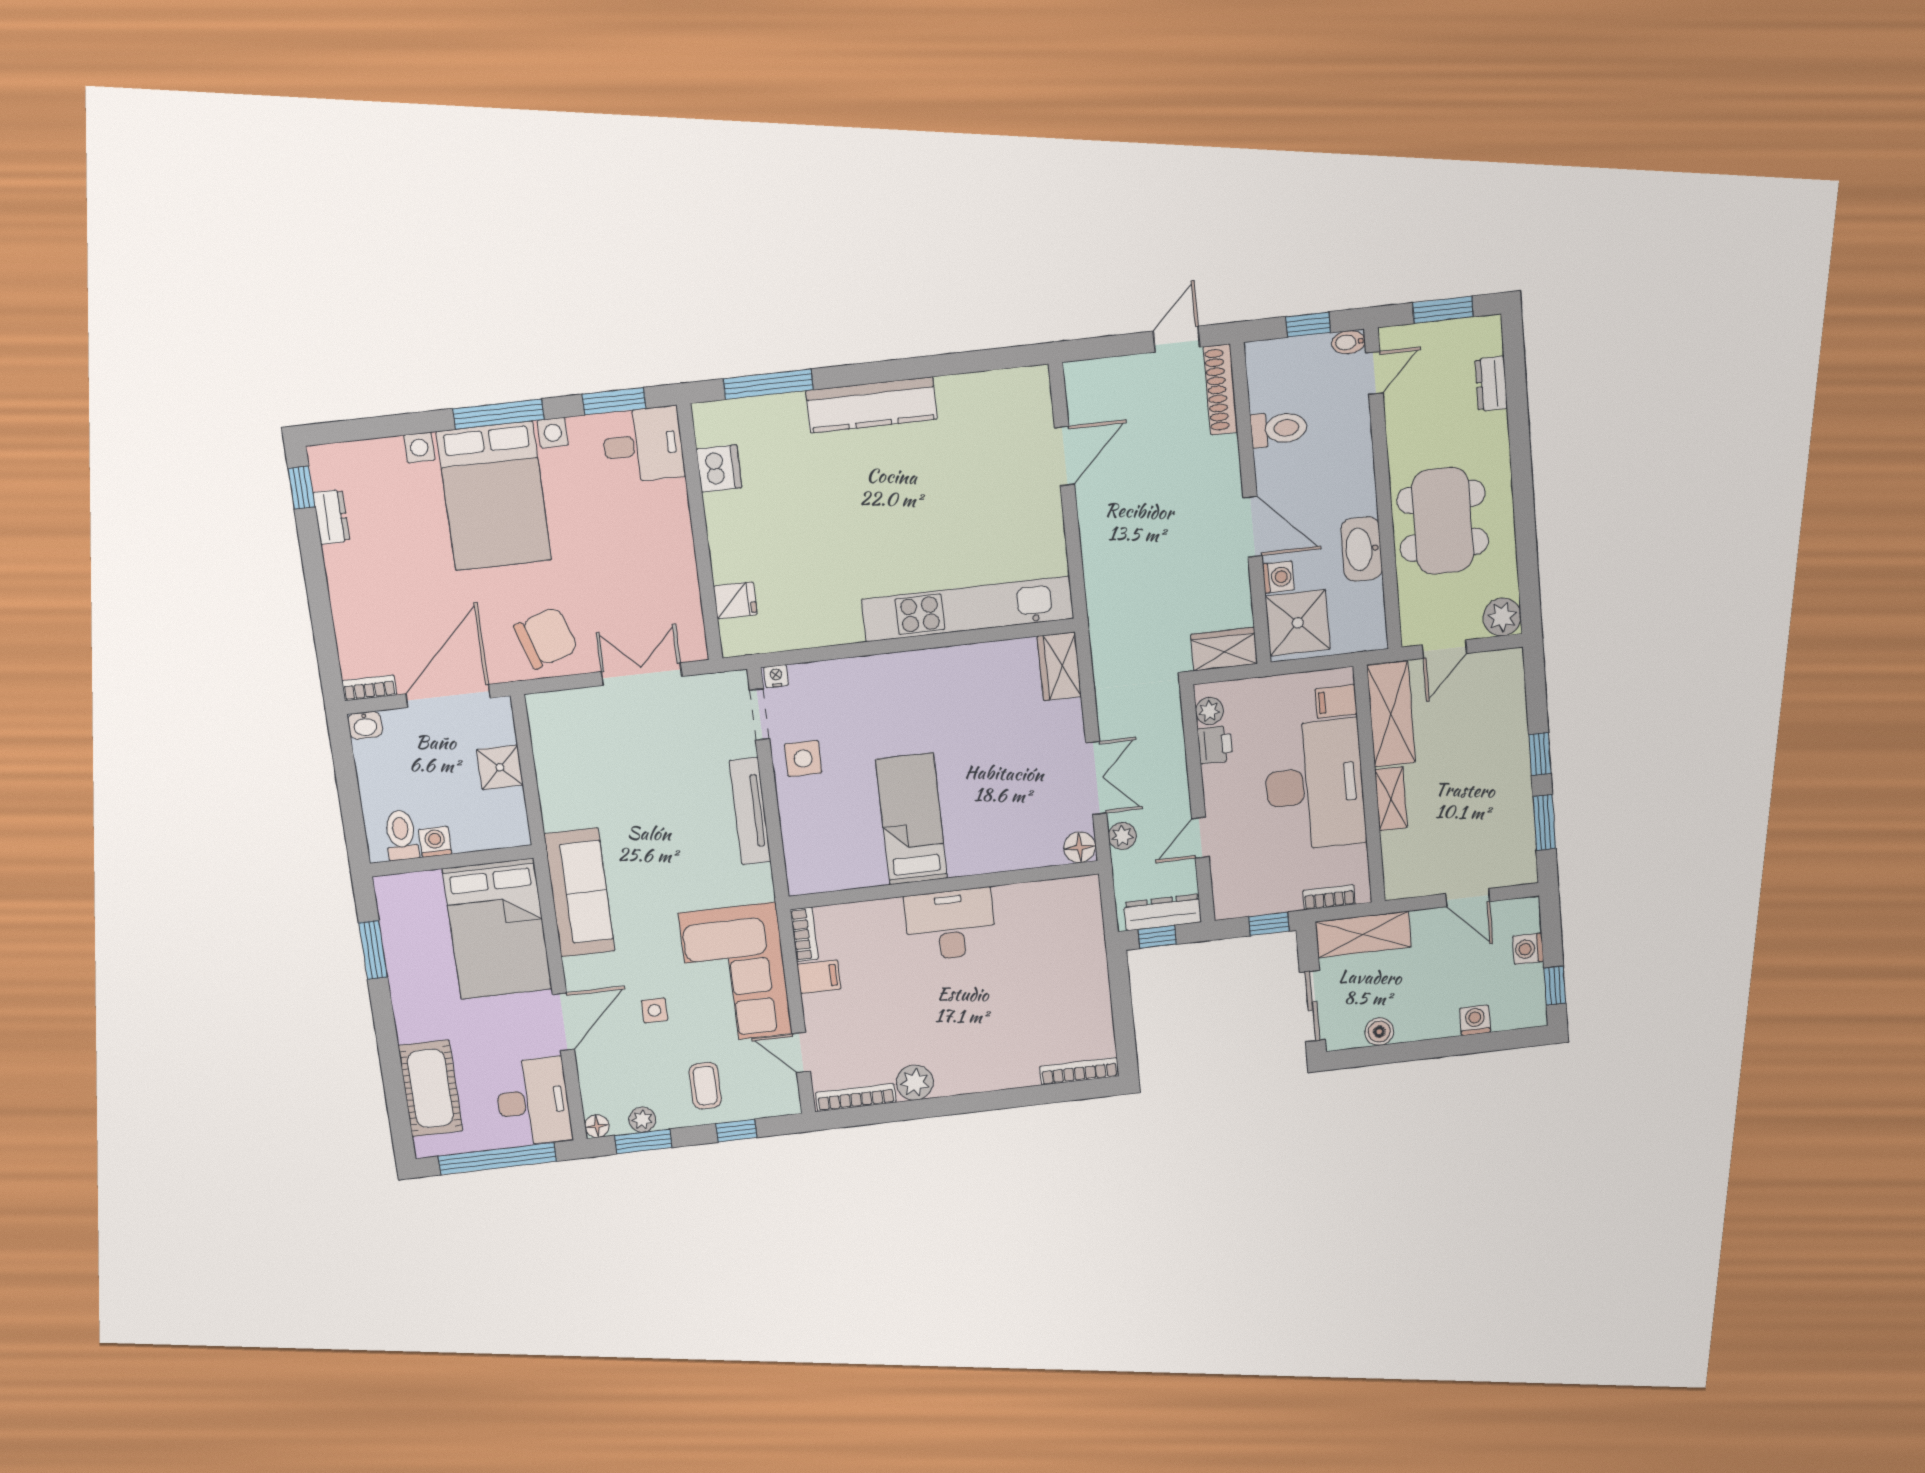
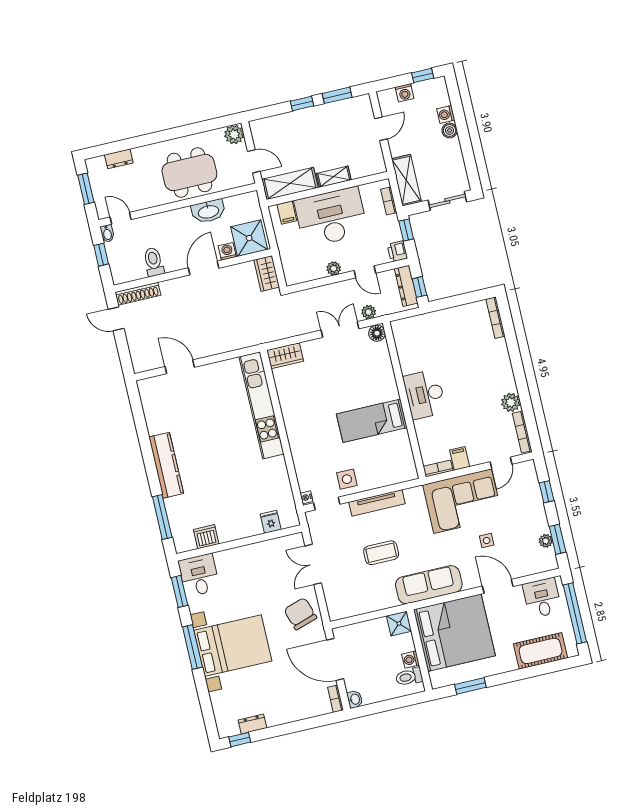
plant: (1209, 711) -> (334, 268), moved
printer: (1215, 745) -> (397, 251), moved, turned -90
shower: (500, 767) -> (399, 623), moved
bed: (497, 929) -> (454, 633), width x1.36
boiler: (1379, 1032) -> (450, 130), moved
coffee table: (705, 1086) -> (381, 553), moved, width x1.36, depth x1.30
desk: (533, 1102) -> (542, 598), width x0.73
floor lamp: (597, 1126) -> (552, 564), removed

